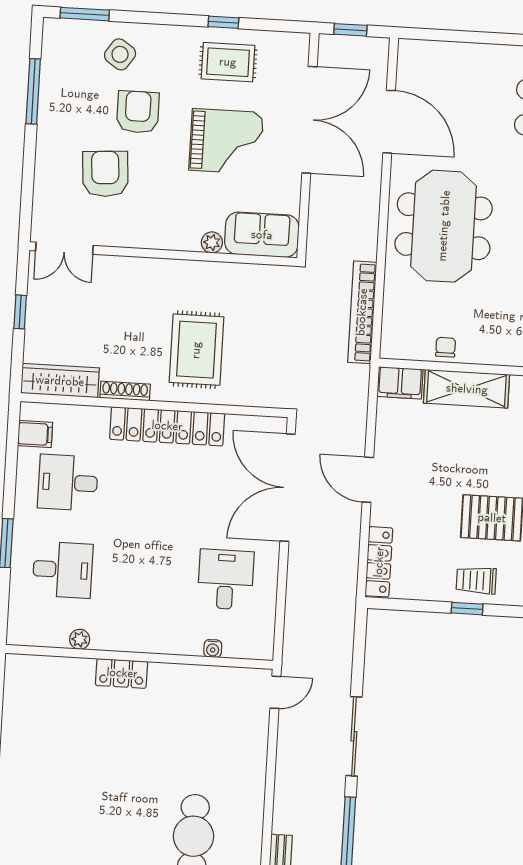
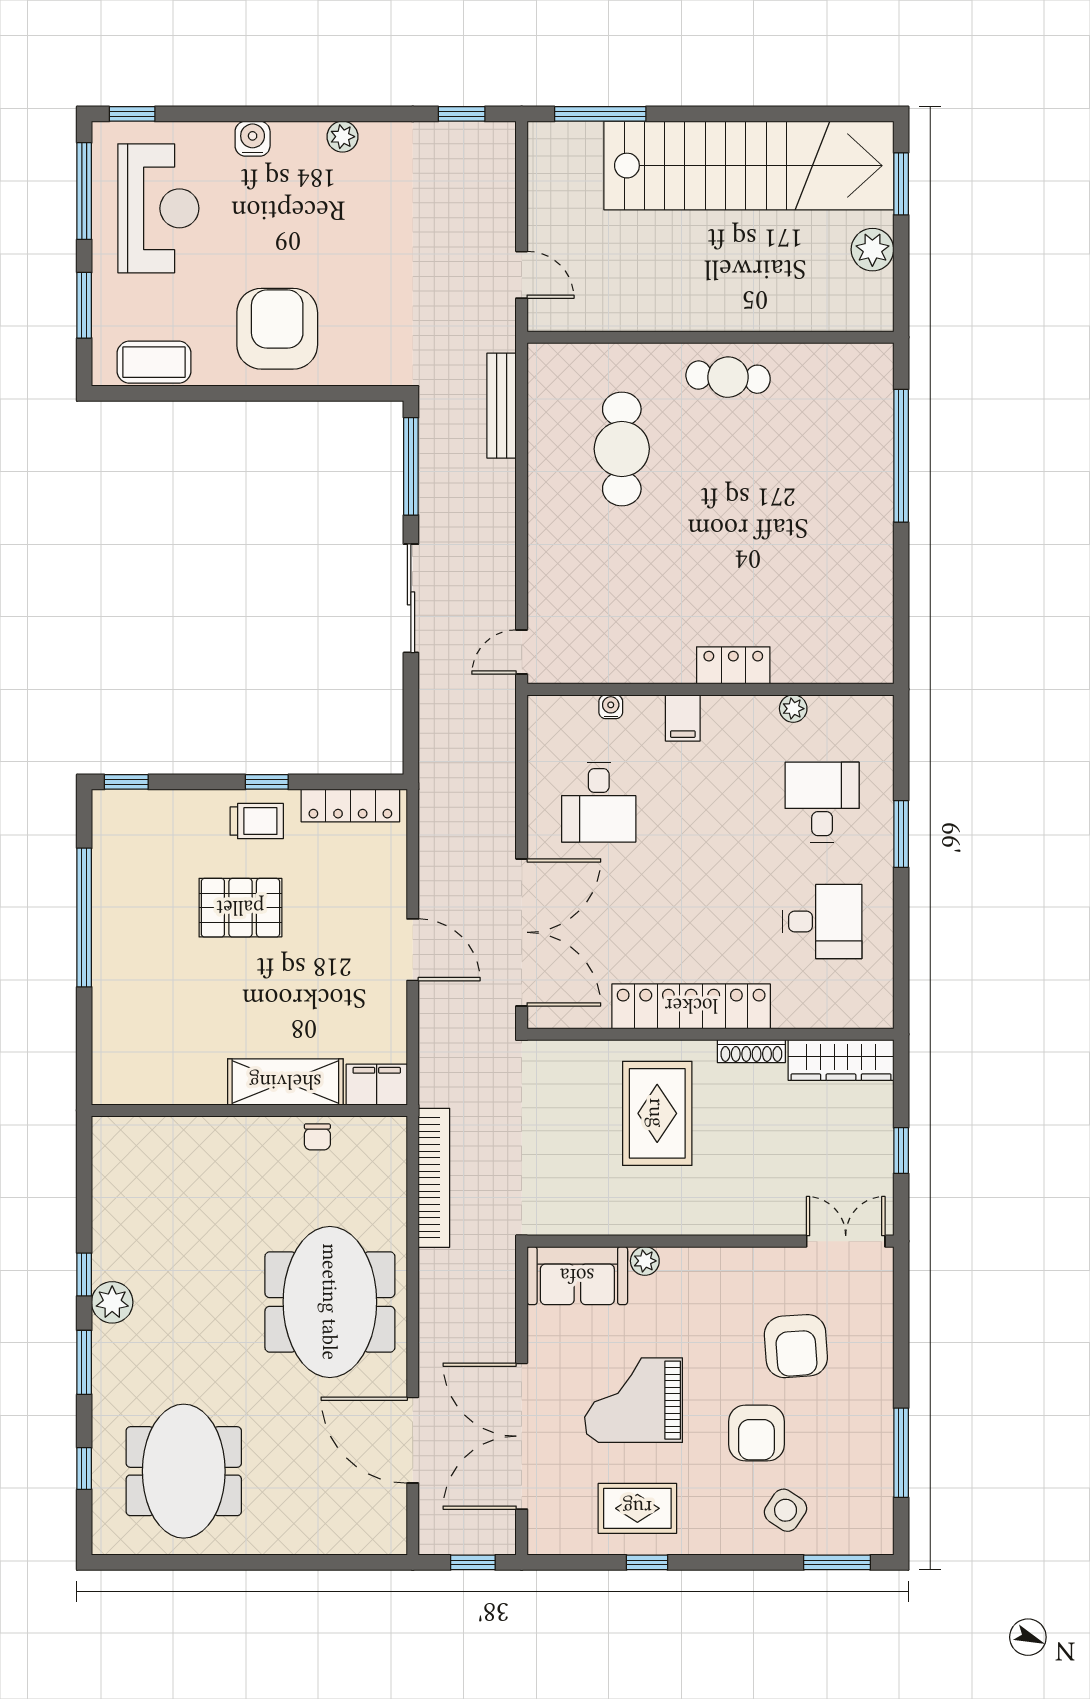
filing cabinet: (35, 434) -> (683, 718), moved, turned -90
locker: (379, 562) -> (350, 806), moved, turned -90
desk: (63, 570) -> (822, 802), turned 90

